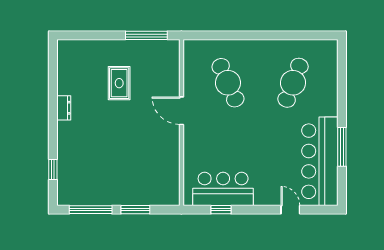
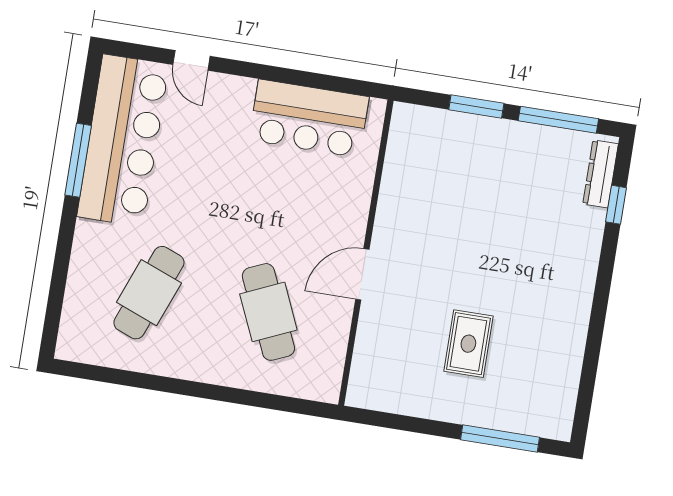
window: (146, 35) -> (500, 439), moved
dresser: (64, 108) -> (601, 174), moved, width x1.44
door: (181, 111) -> (362, 274), swing flipped
window: (221, 210) -> (319, 81), removed

